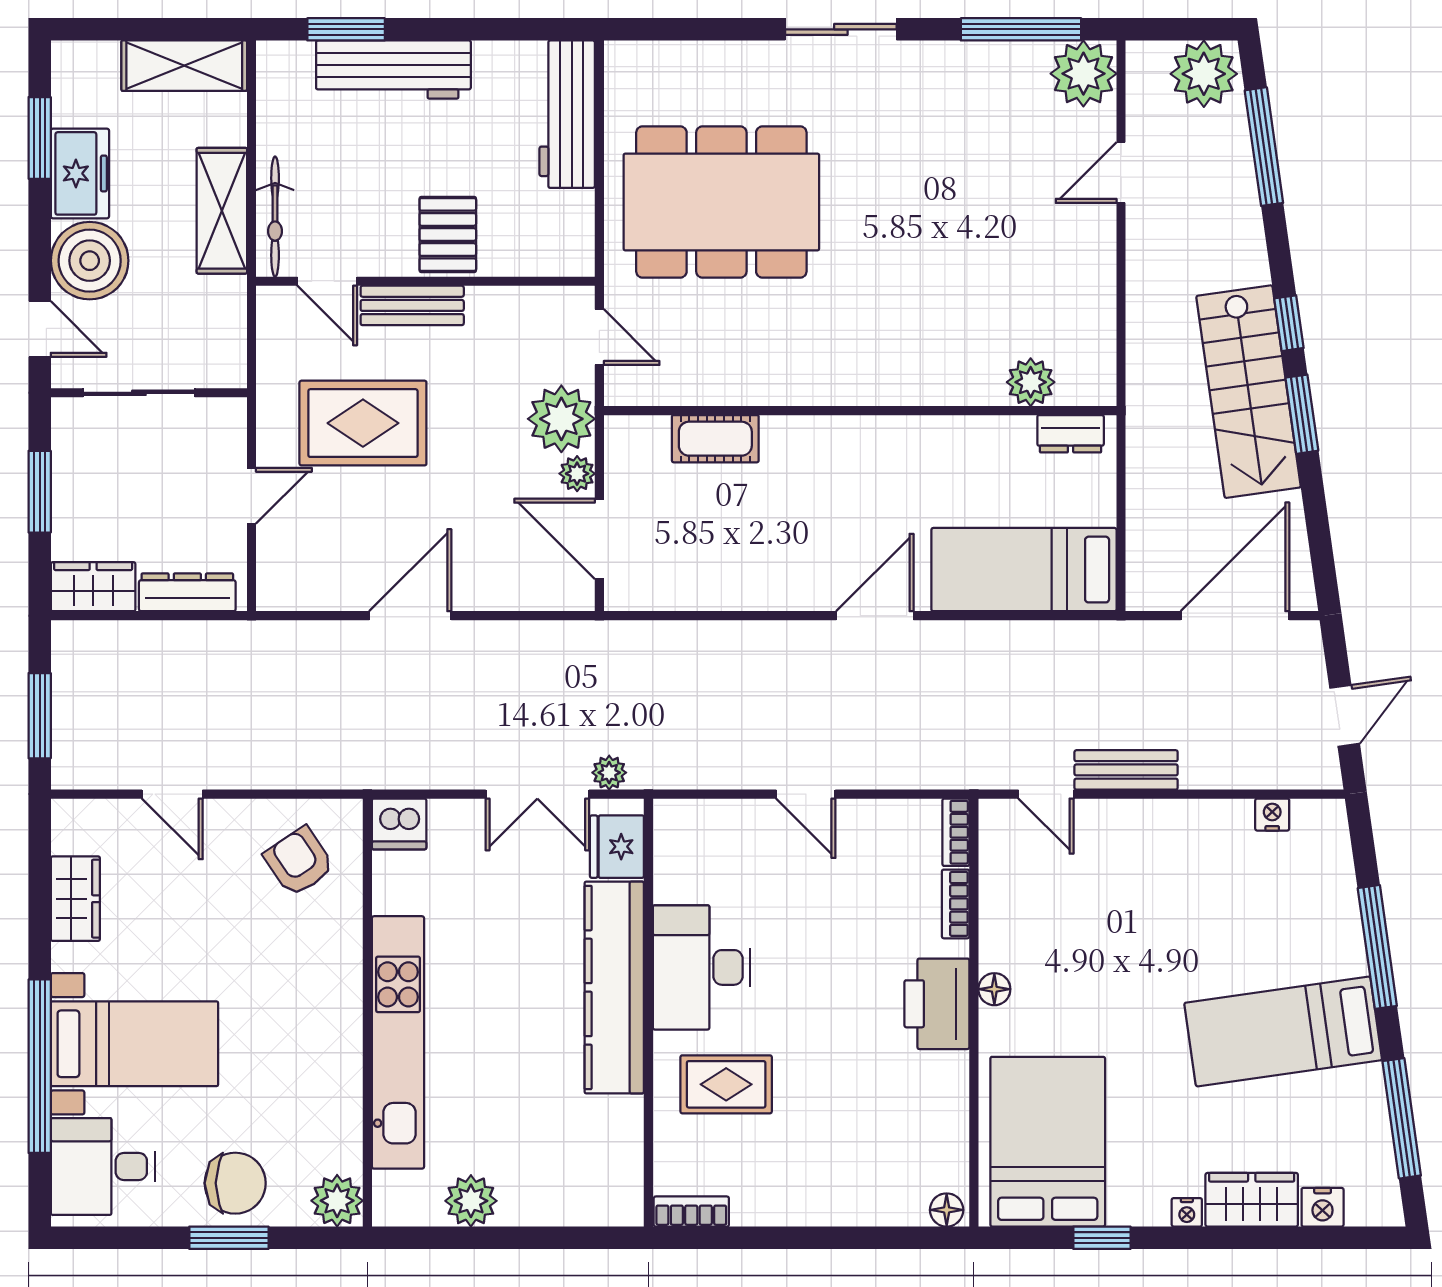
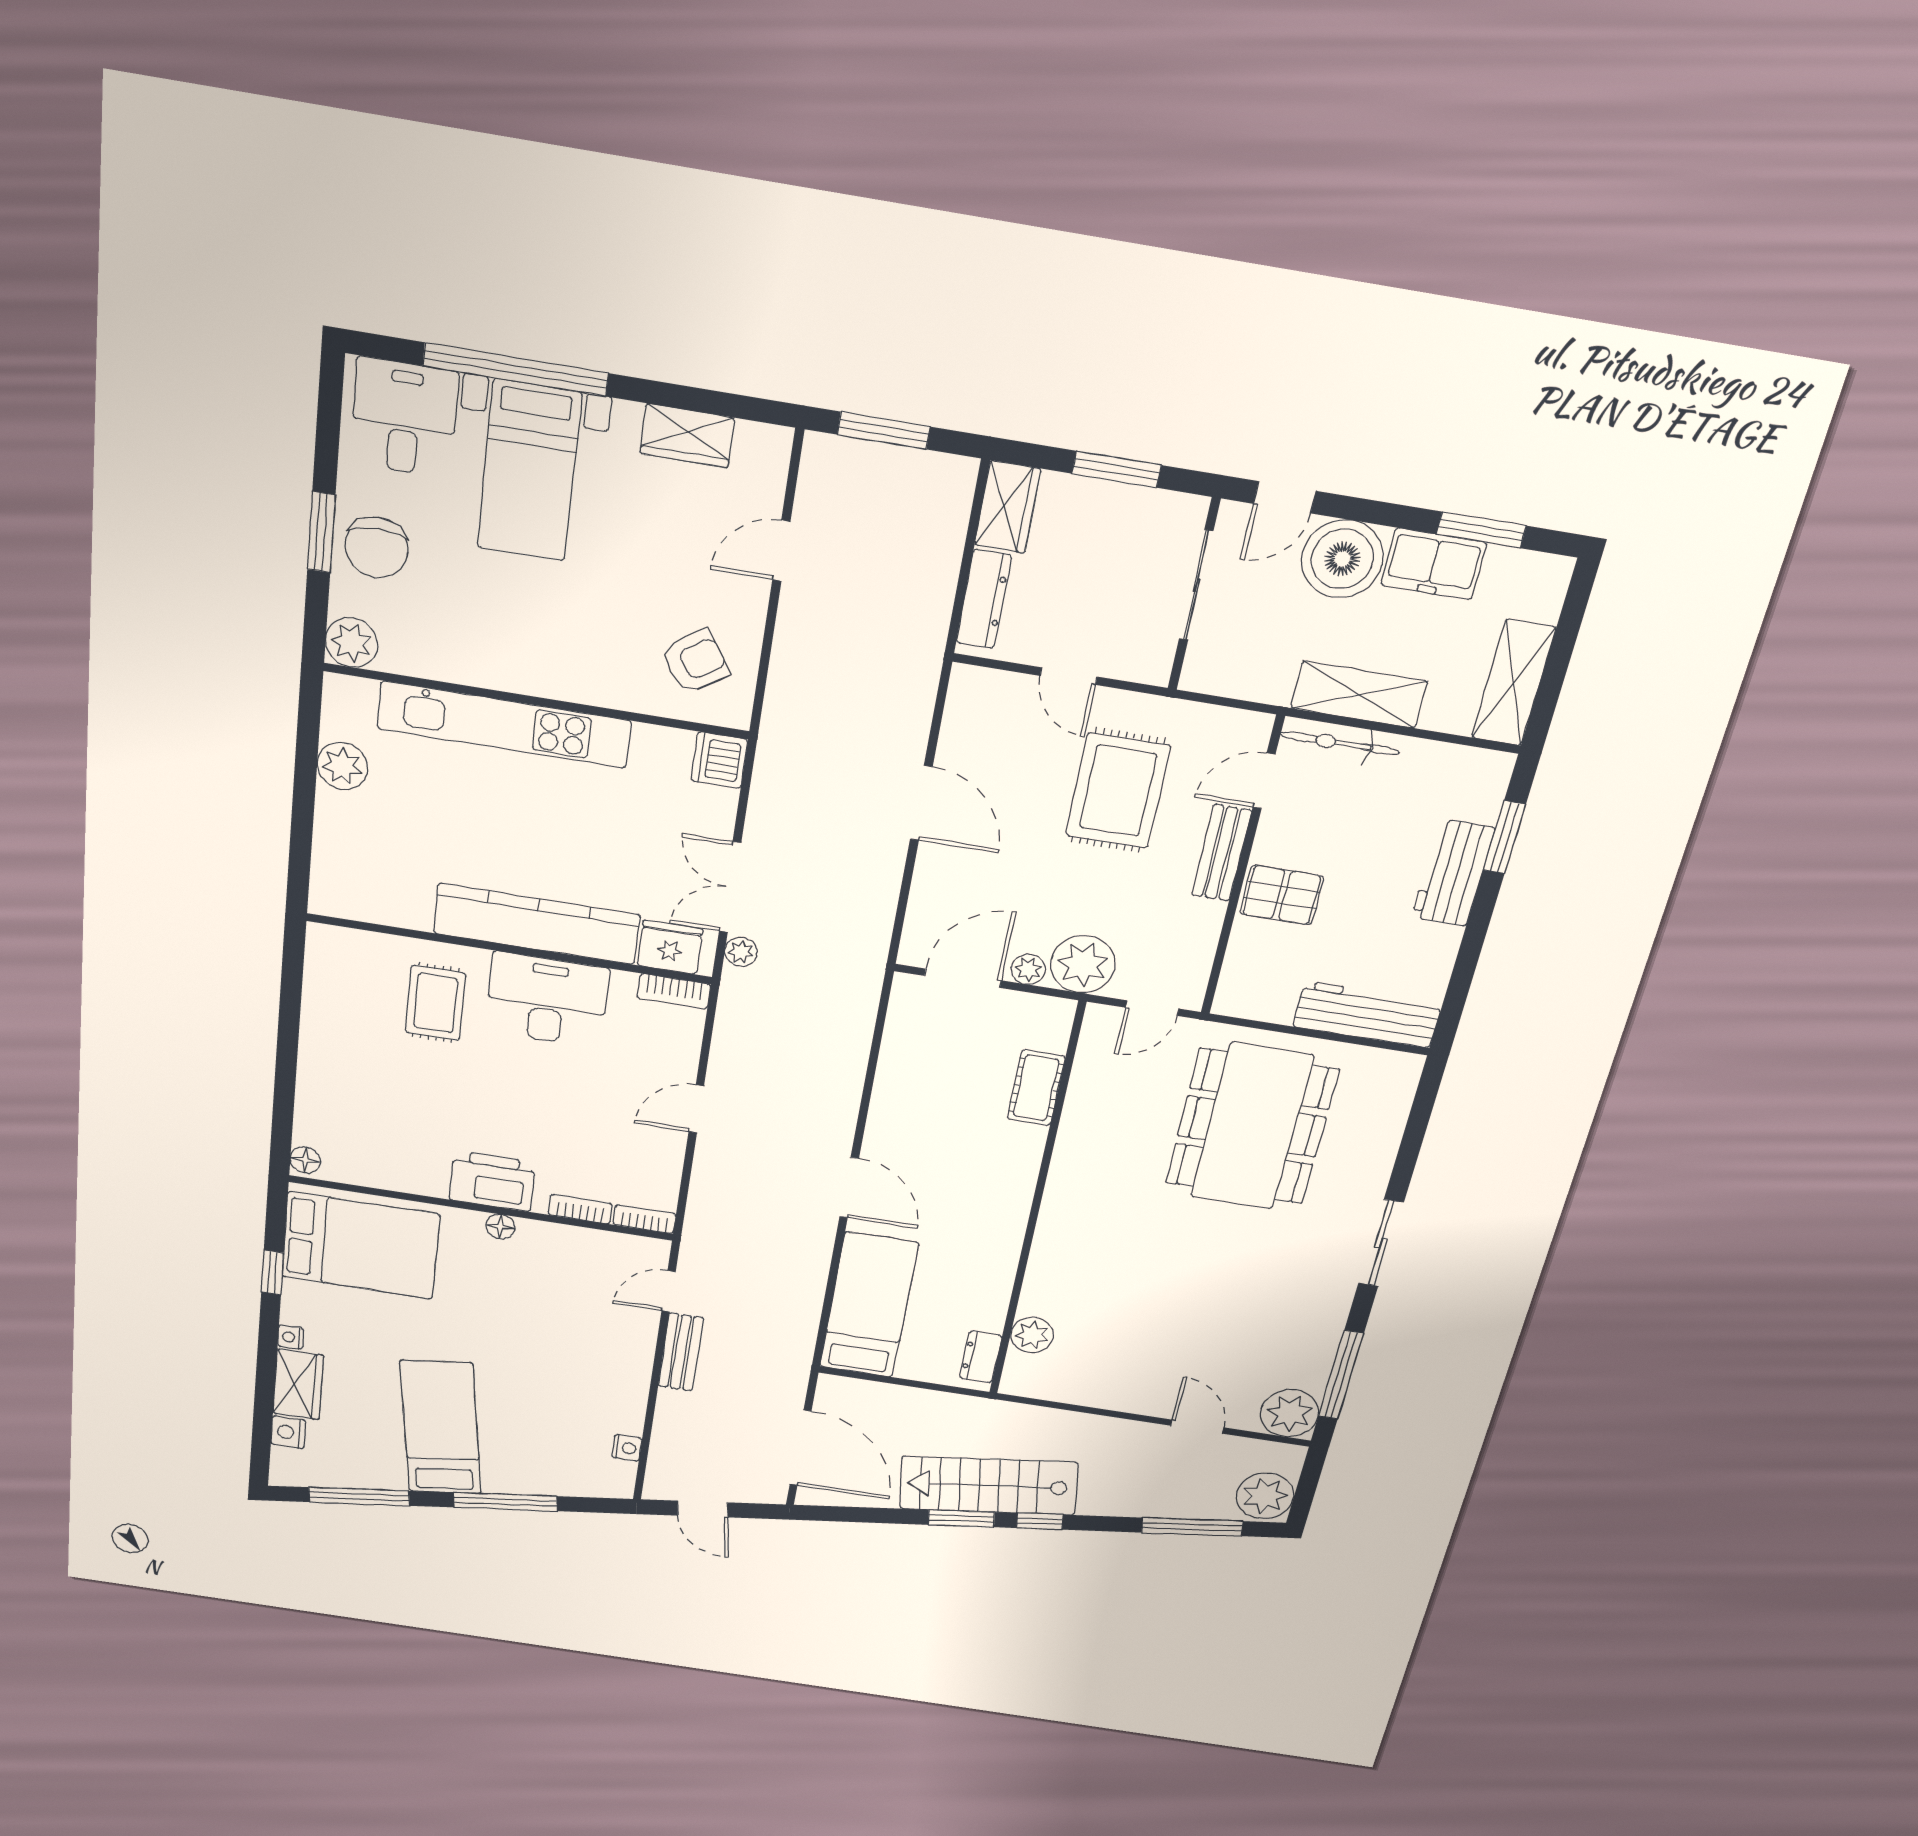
workbench: (393, 70) -> (1453, 873), width x0.73
bookcase: (691, 1212) -> (674, 991), moved, turned 90

